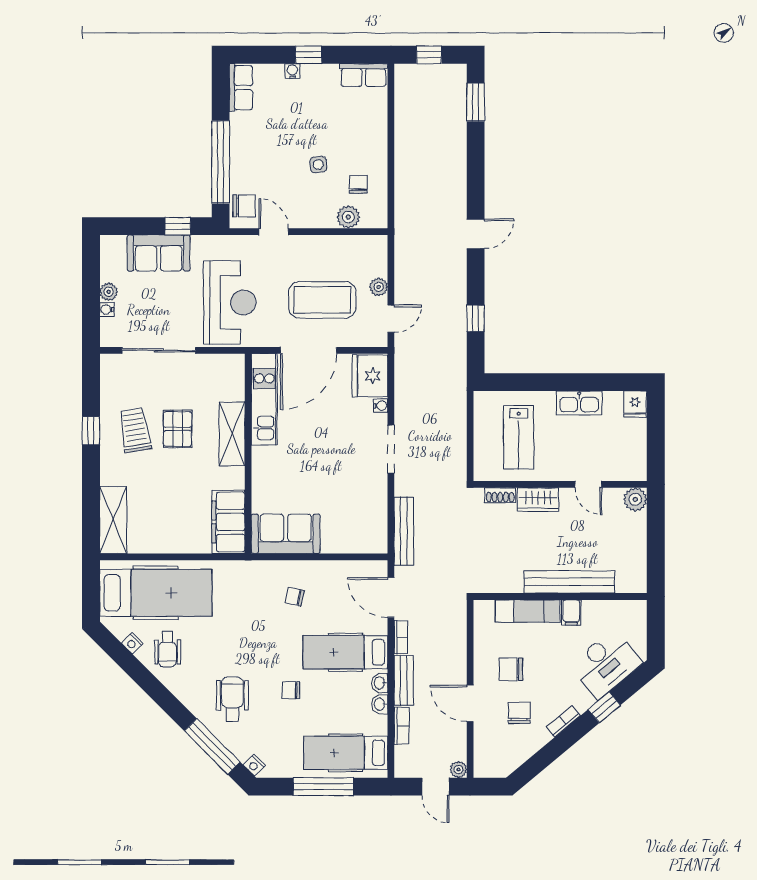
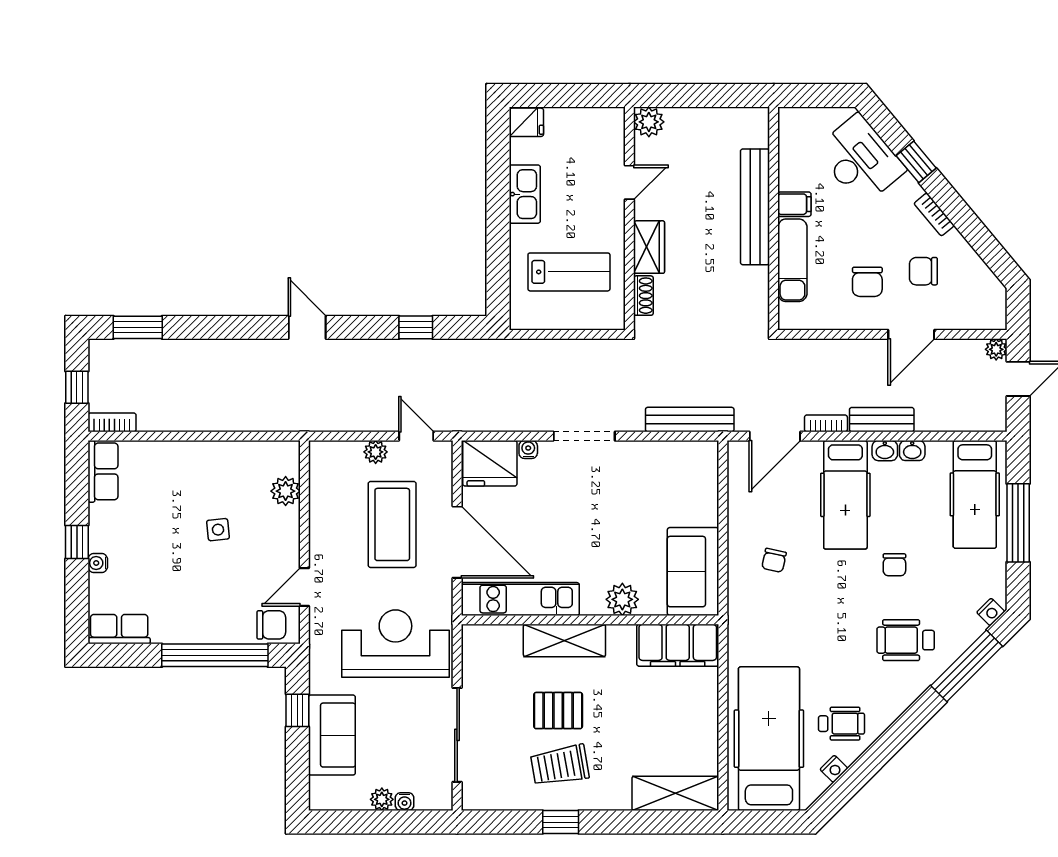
chair: (358, 185) -> (244, 478), removed
chair: (244, 206) -> (271, 625), turned 90
plant: (264, 479) -> (622, 599), added
bookcase: (402, 726) -> (112, 422), moved

